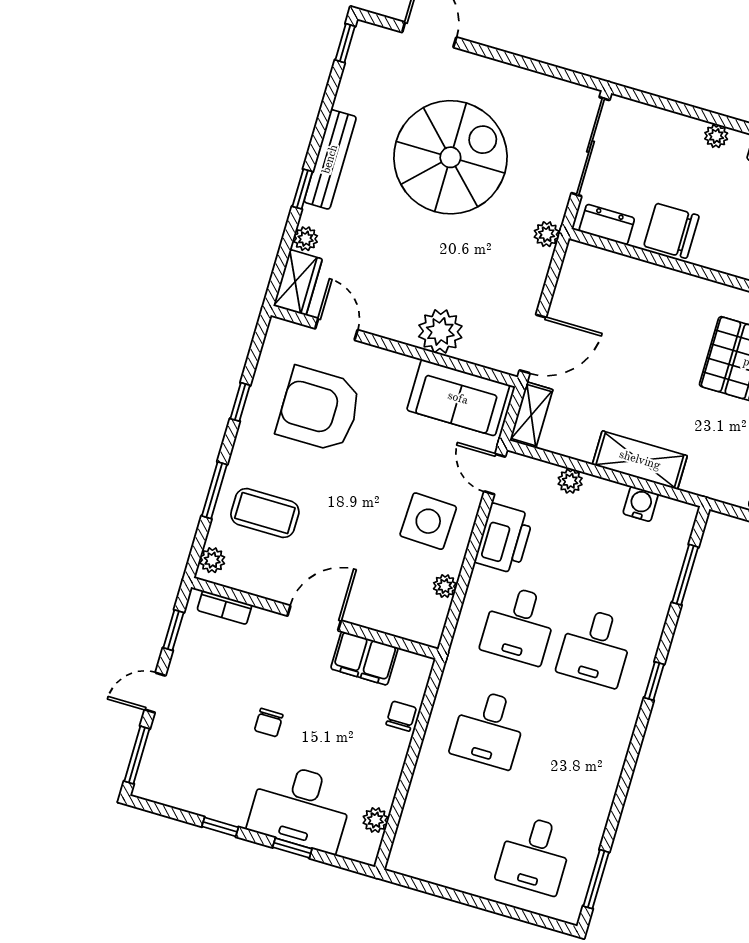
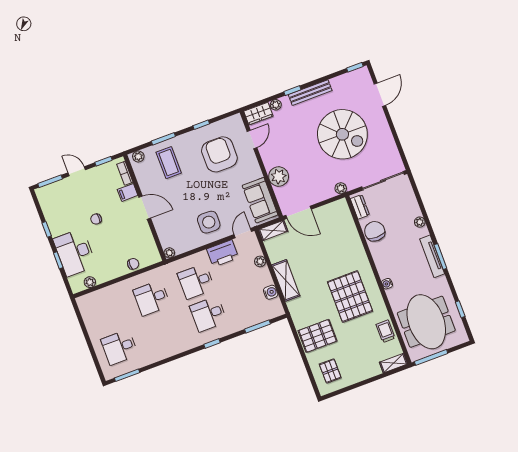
plant: (445, 586) -> (169, 253), moved
filing cabinet: (364, 658) -> (128, 192), moved, width x0.50

